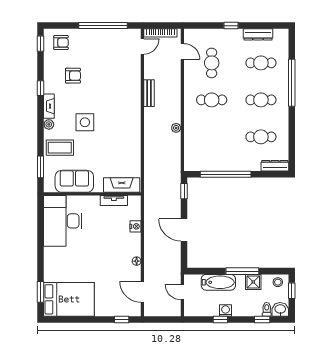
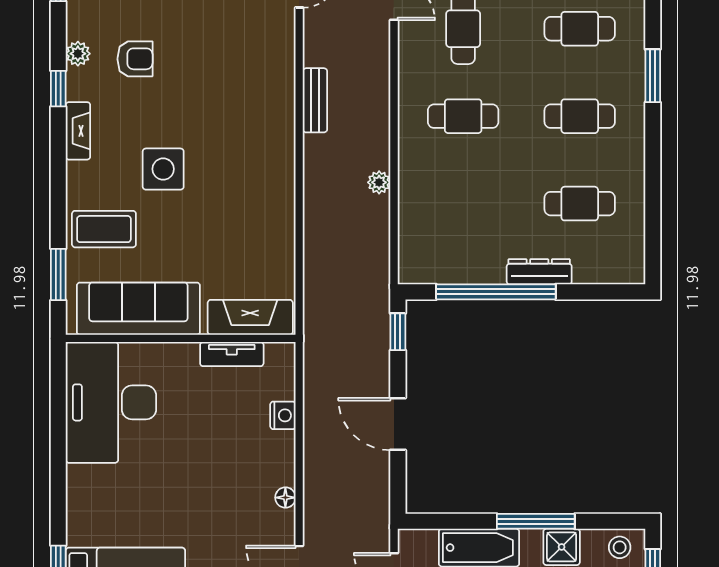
window: (292, 83) -> (653, 76), width x0.47
plant: (49, 124) -> (78, 54), moved
dresser: (275, 166) -> (539, 272), moved
sofa: (74, 181) -> (138, 309), width x1.36

